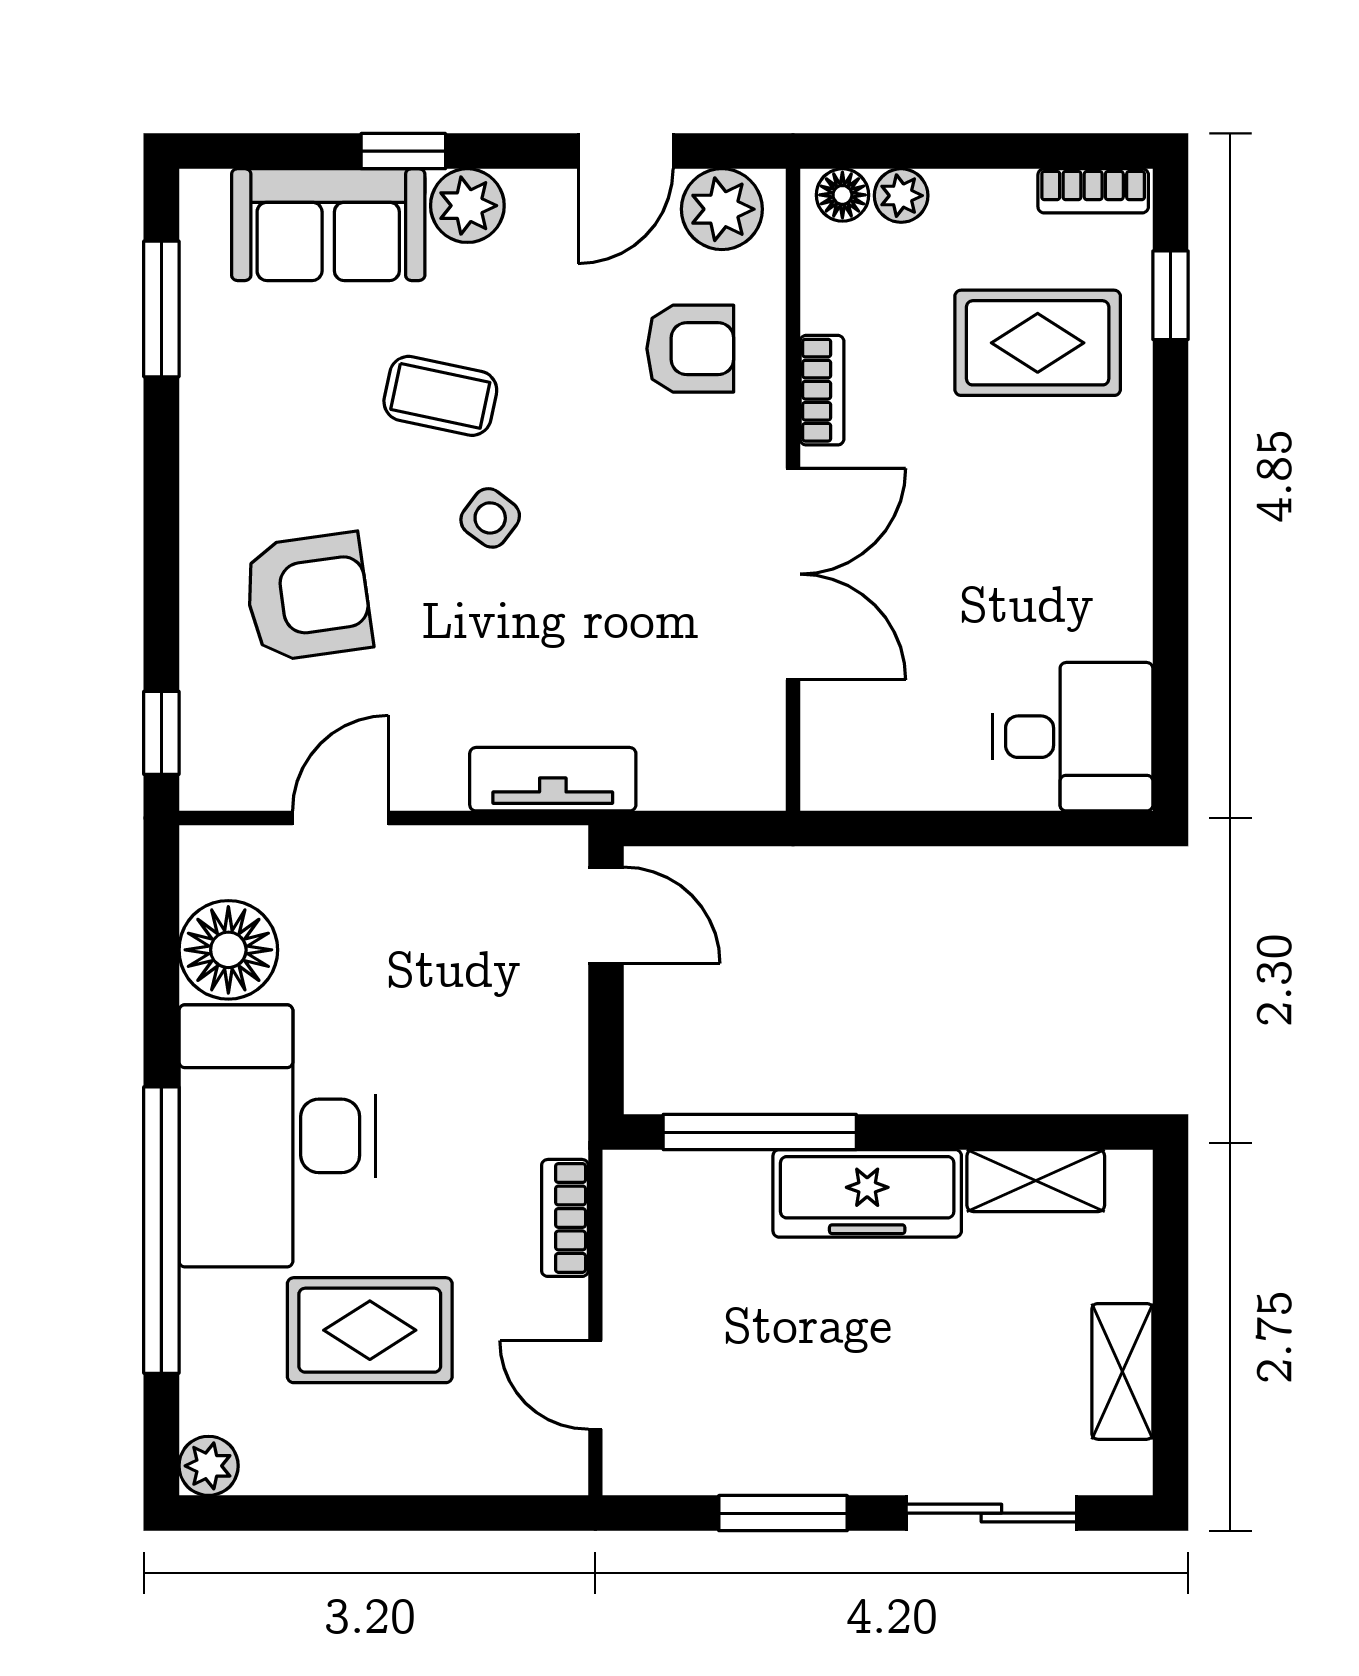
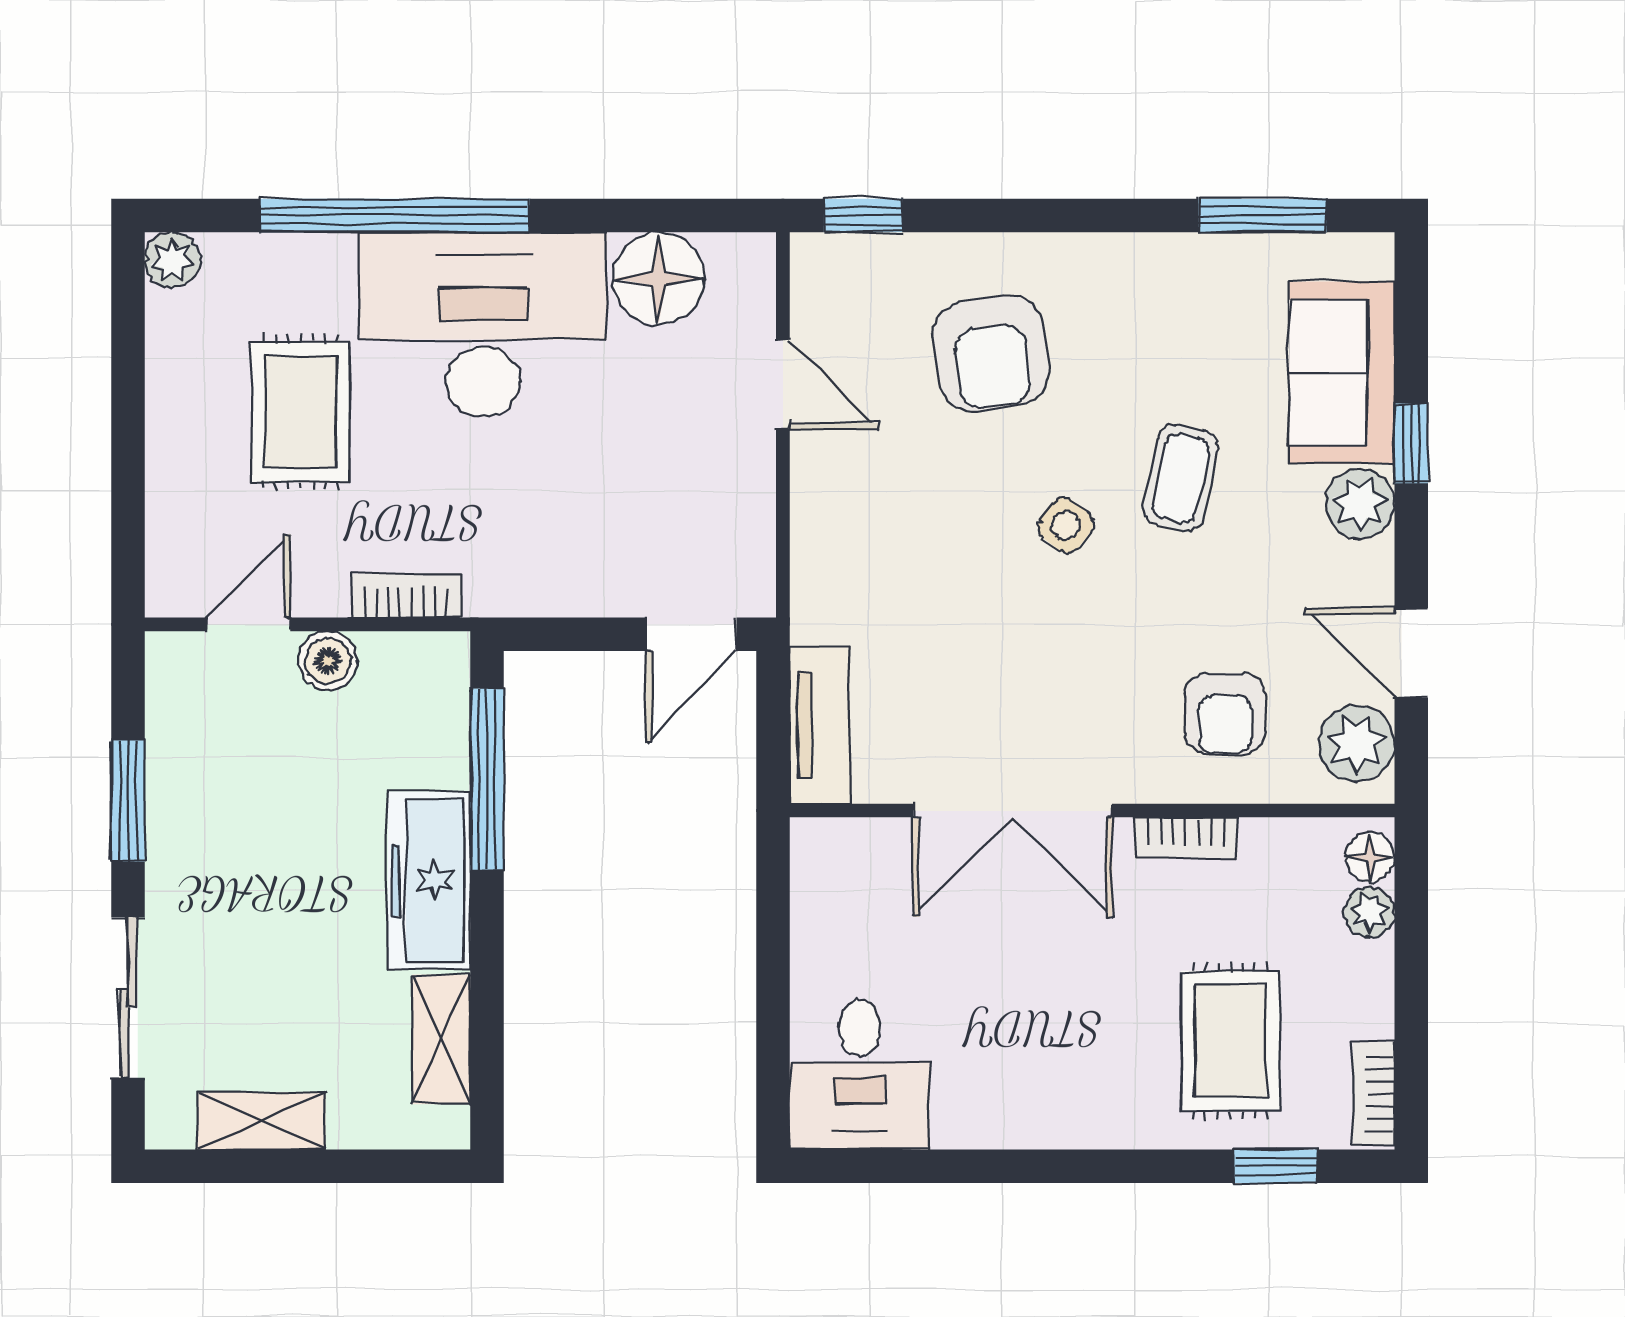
tv unit: (553, 779) -> (819, 726), moved
boiler: (634, 1301) -> (328, 661), added

